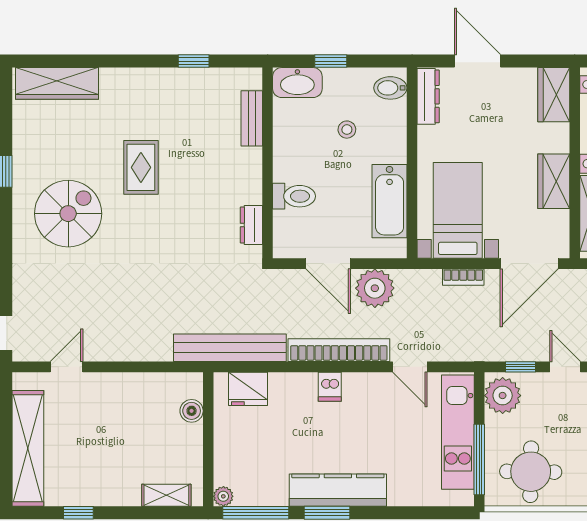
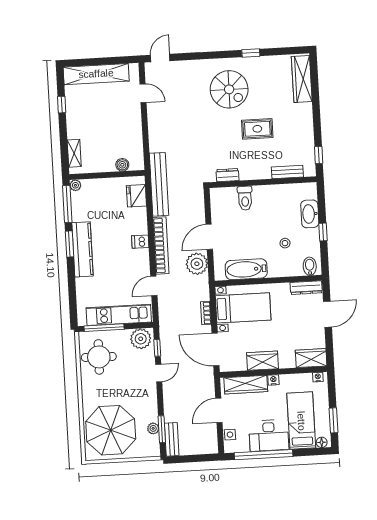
bench: (252, 118) -> (287, 172), moved
wall: (268, 163) -> (263, 182), moved
toilet: (294, 196) -> (245, 198), moved
dresser: (251, 225) -> (227, 175), moved

